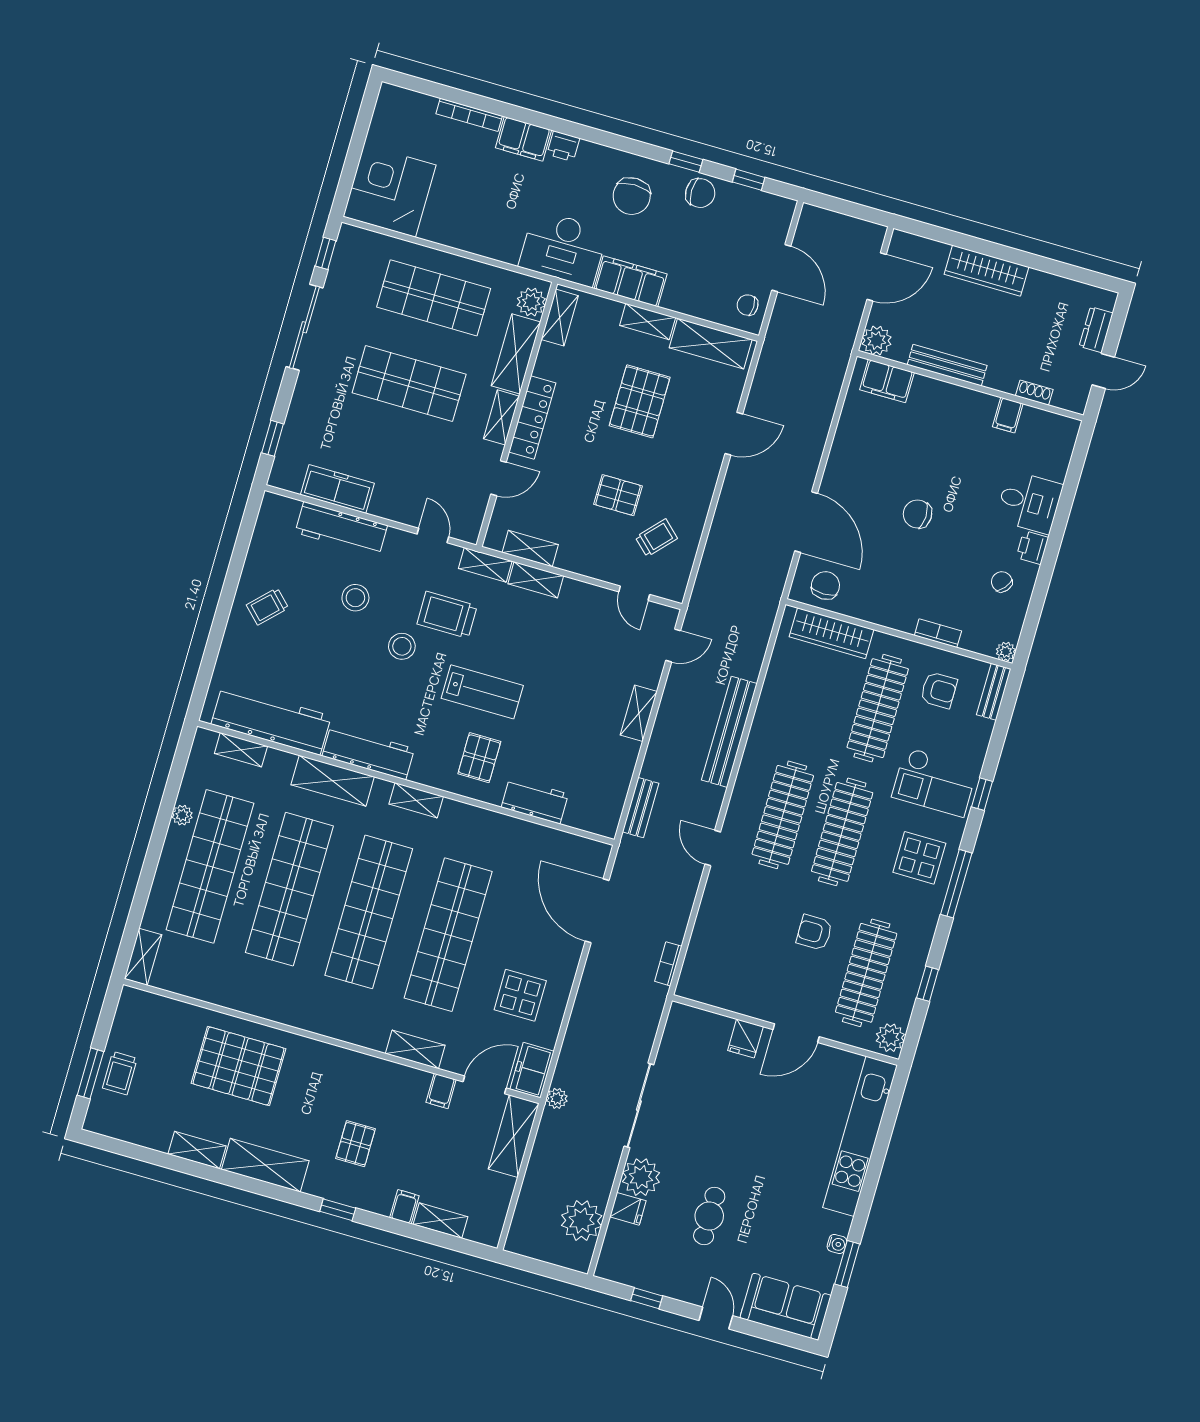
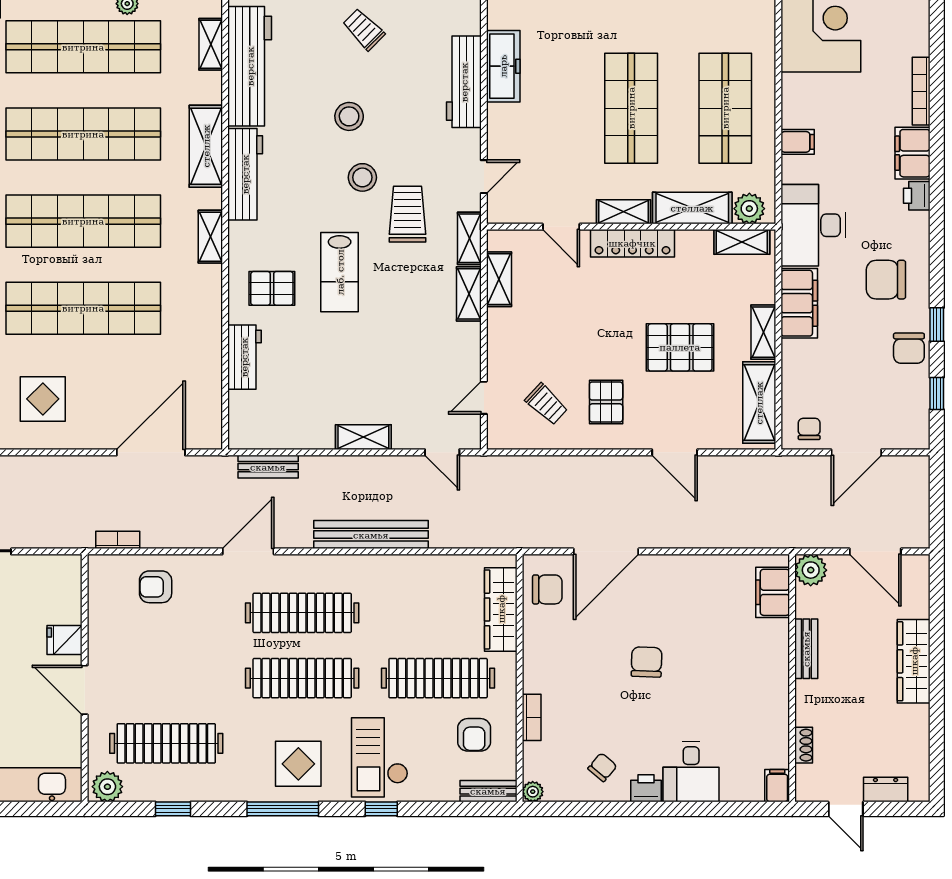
filing cabinet: (483, 241) -> (798, 142), added
bench: (947, 365) -> (806, 649), width x0.73
filing cabinet: (1008, 415) -> (777, 786), moved, turned 90
pallet: (618, 495) -> (606, 402), moved
stool: (355, 598) -> (349, 116), moved
door: (713, 848) -> (248, 551), width x1.38
armchair: (814, 932) -> (156, 587), moved, turned -90

